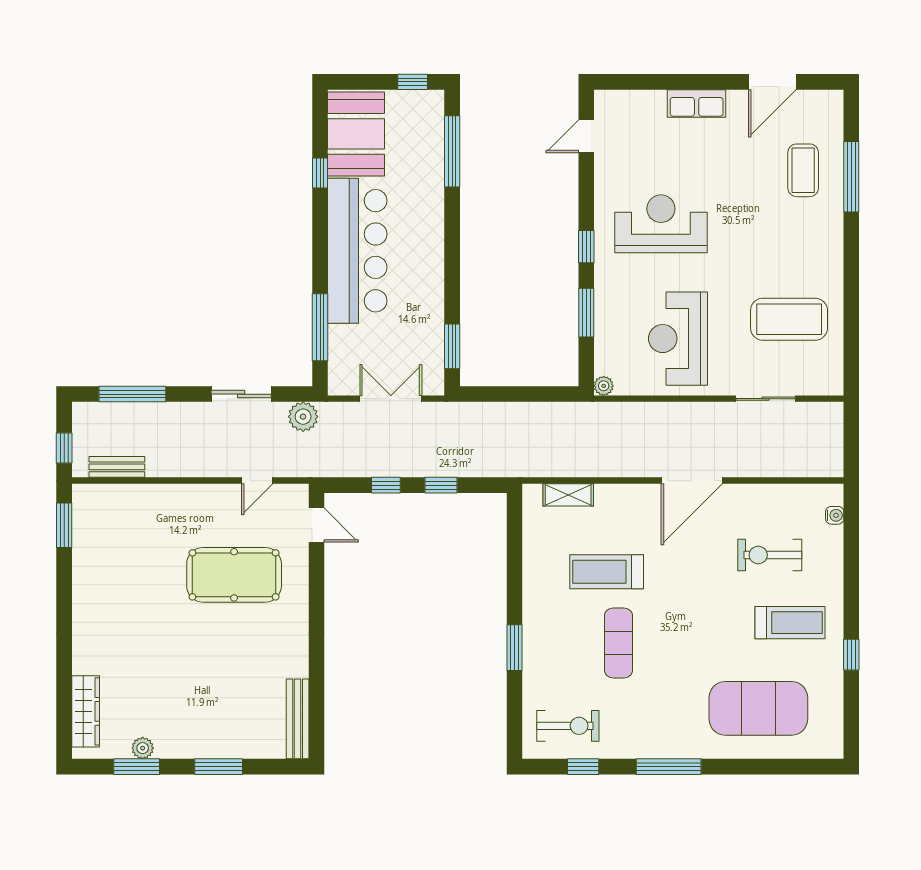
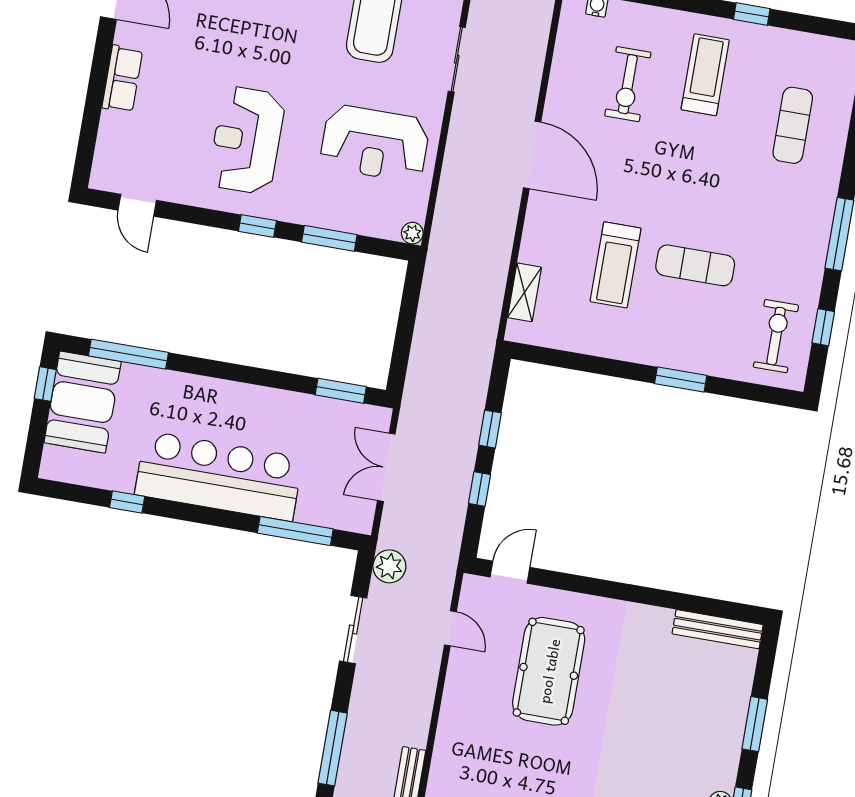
booth: (356, 134) -> (83, 402), moved, turned 90
exercise mat: (758, 708) -> (793, 125), width x0.50, depth x0.69

